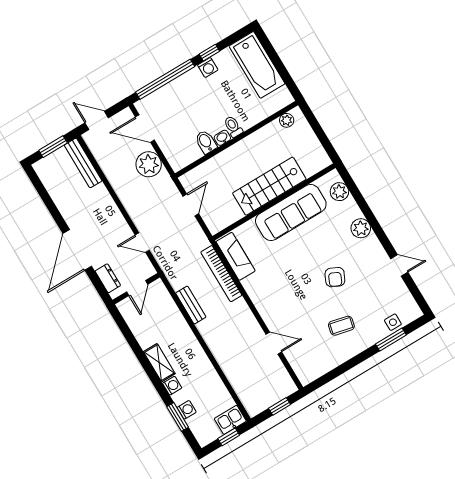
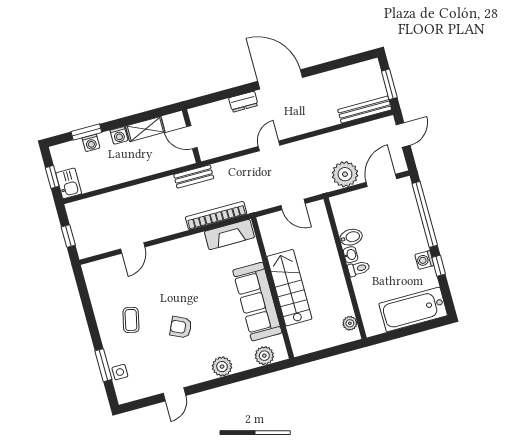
door: (137, 288) -> (192, 137), moved
wall: (136, 289) -> (191, 136), moved

